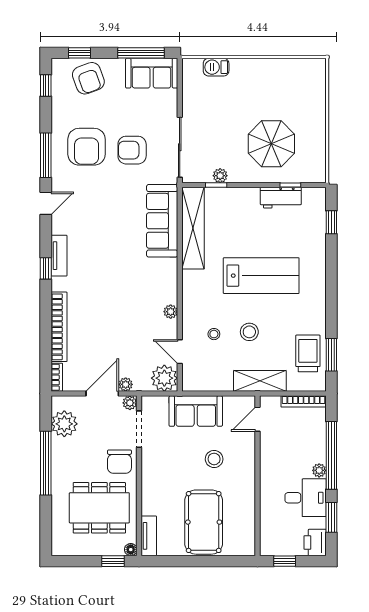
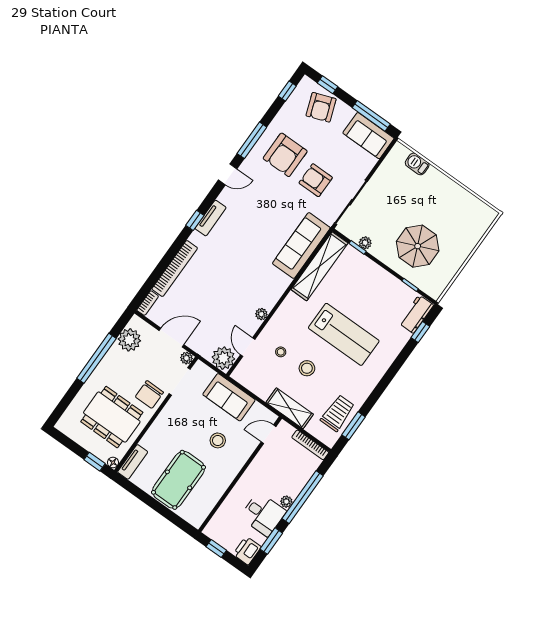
workbench: (281, 198) -> (416, 314), moved, turned 90
plant: (126, 384) -> (193, 343), removed

